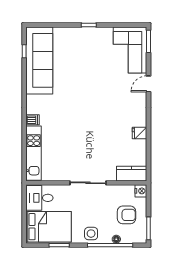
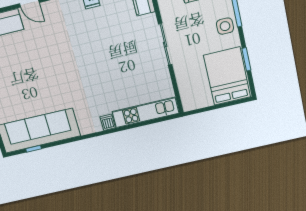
desk: (39, 198) -> (195, 94), removed

